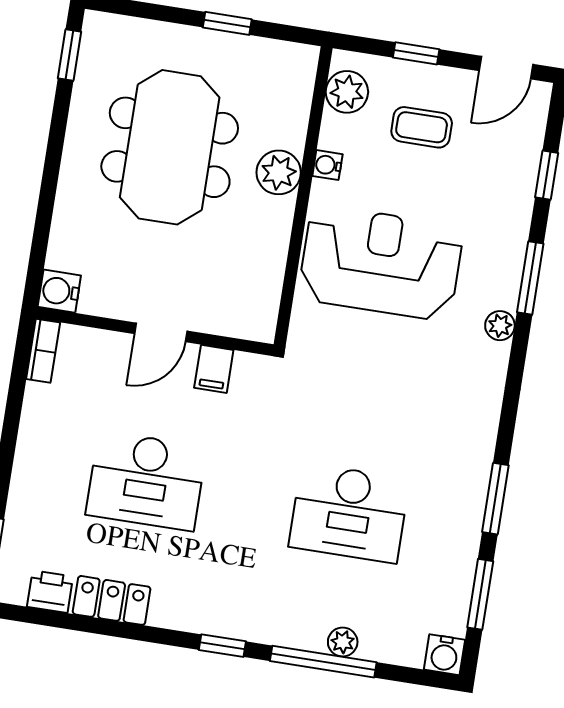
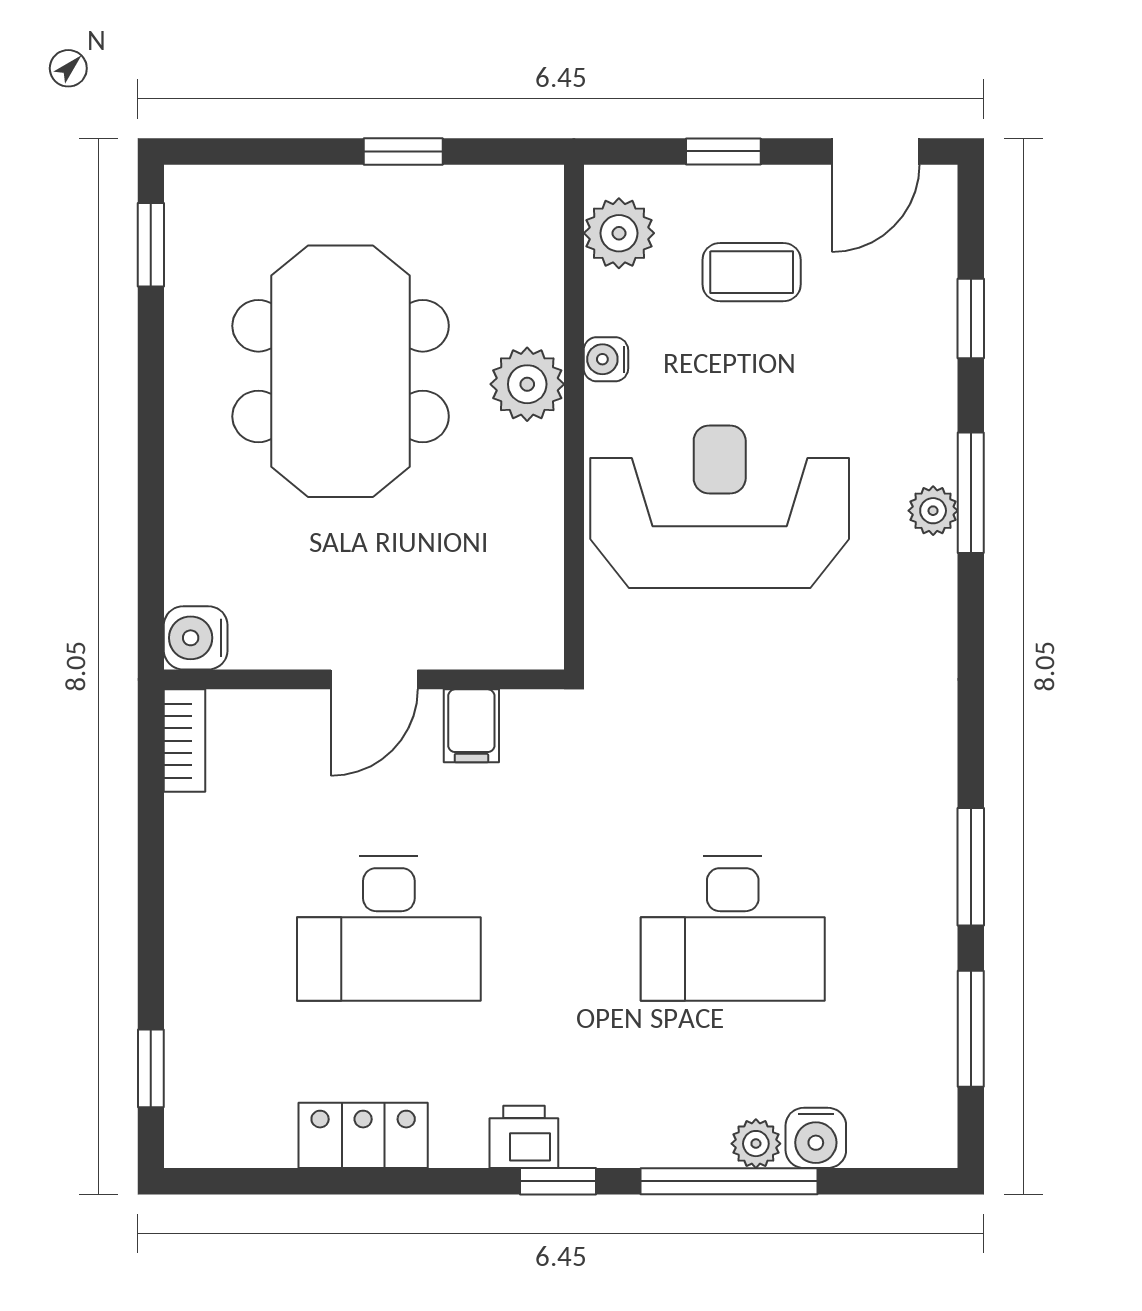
plant: (500, 326) -> (933, 511), moved
printer: (50, 592) -> (524, 1137), moved
water cooler: (444, 655) -> (816, 1138), moved

